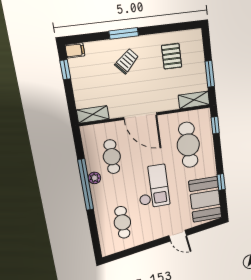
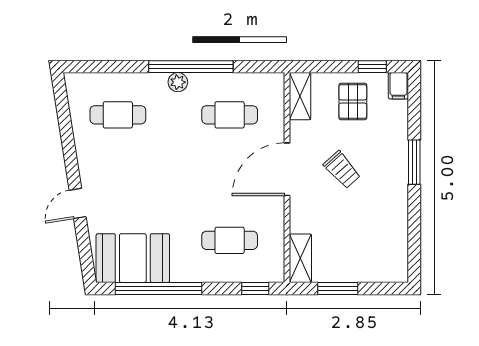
pallet: (172, 56) -> (353, 101), moved, turned 90
trolley: (127, 61) -> (342, 170), moved
cafe table: (188, 145) -> (230, 240), width x0.73, depth x0.74
plant: (94, 178) -> (178, 82), moved
window: (221, 182) -> (158, 289), width x3.17
checkout: (153, 187) -> (170, 173), removed

